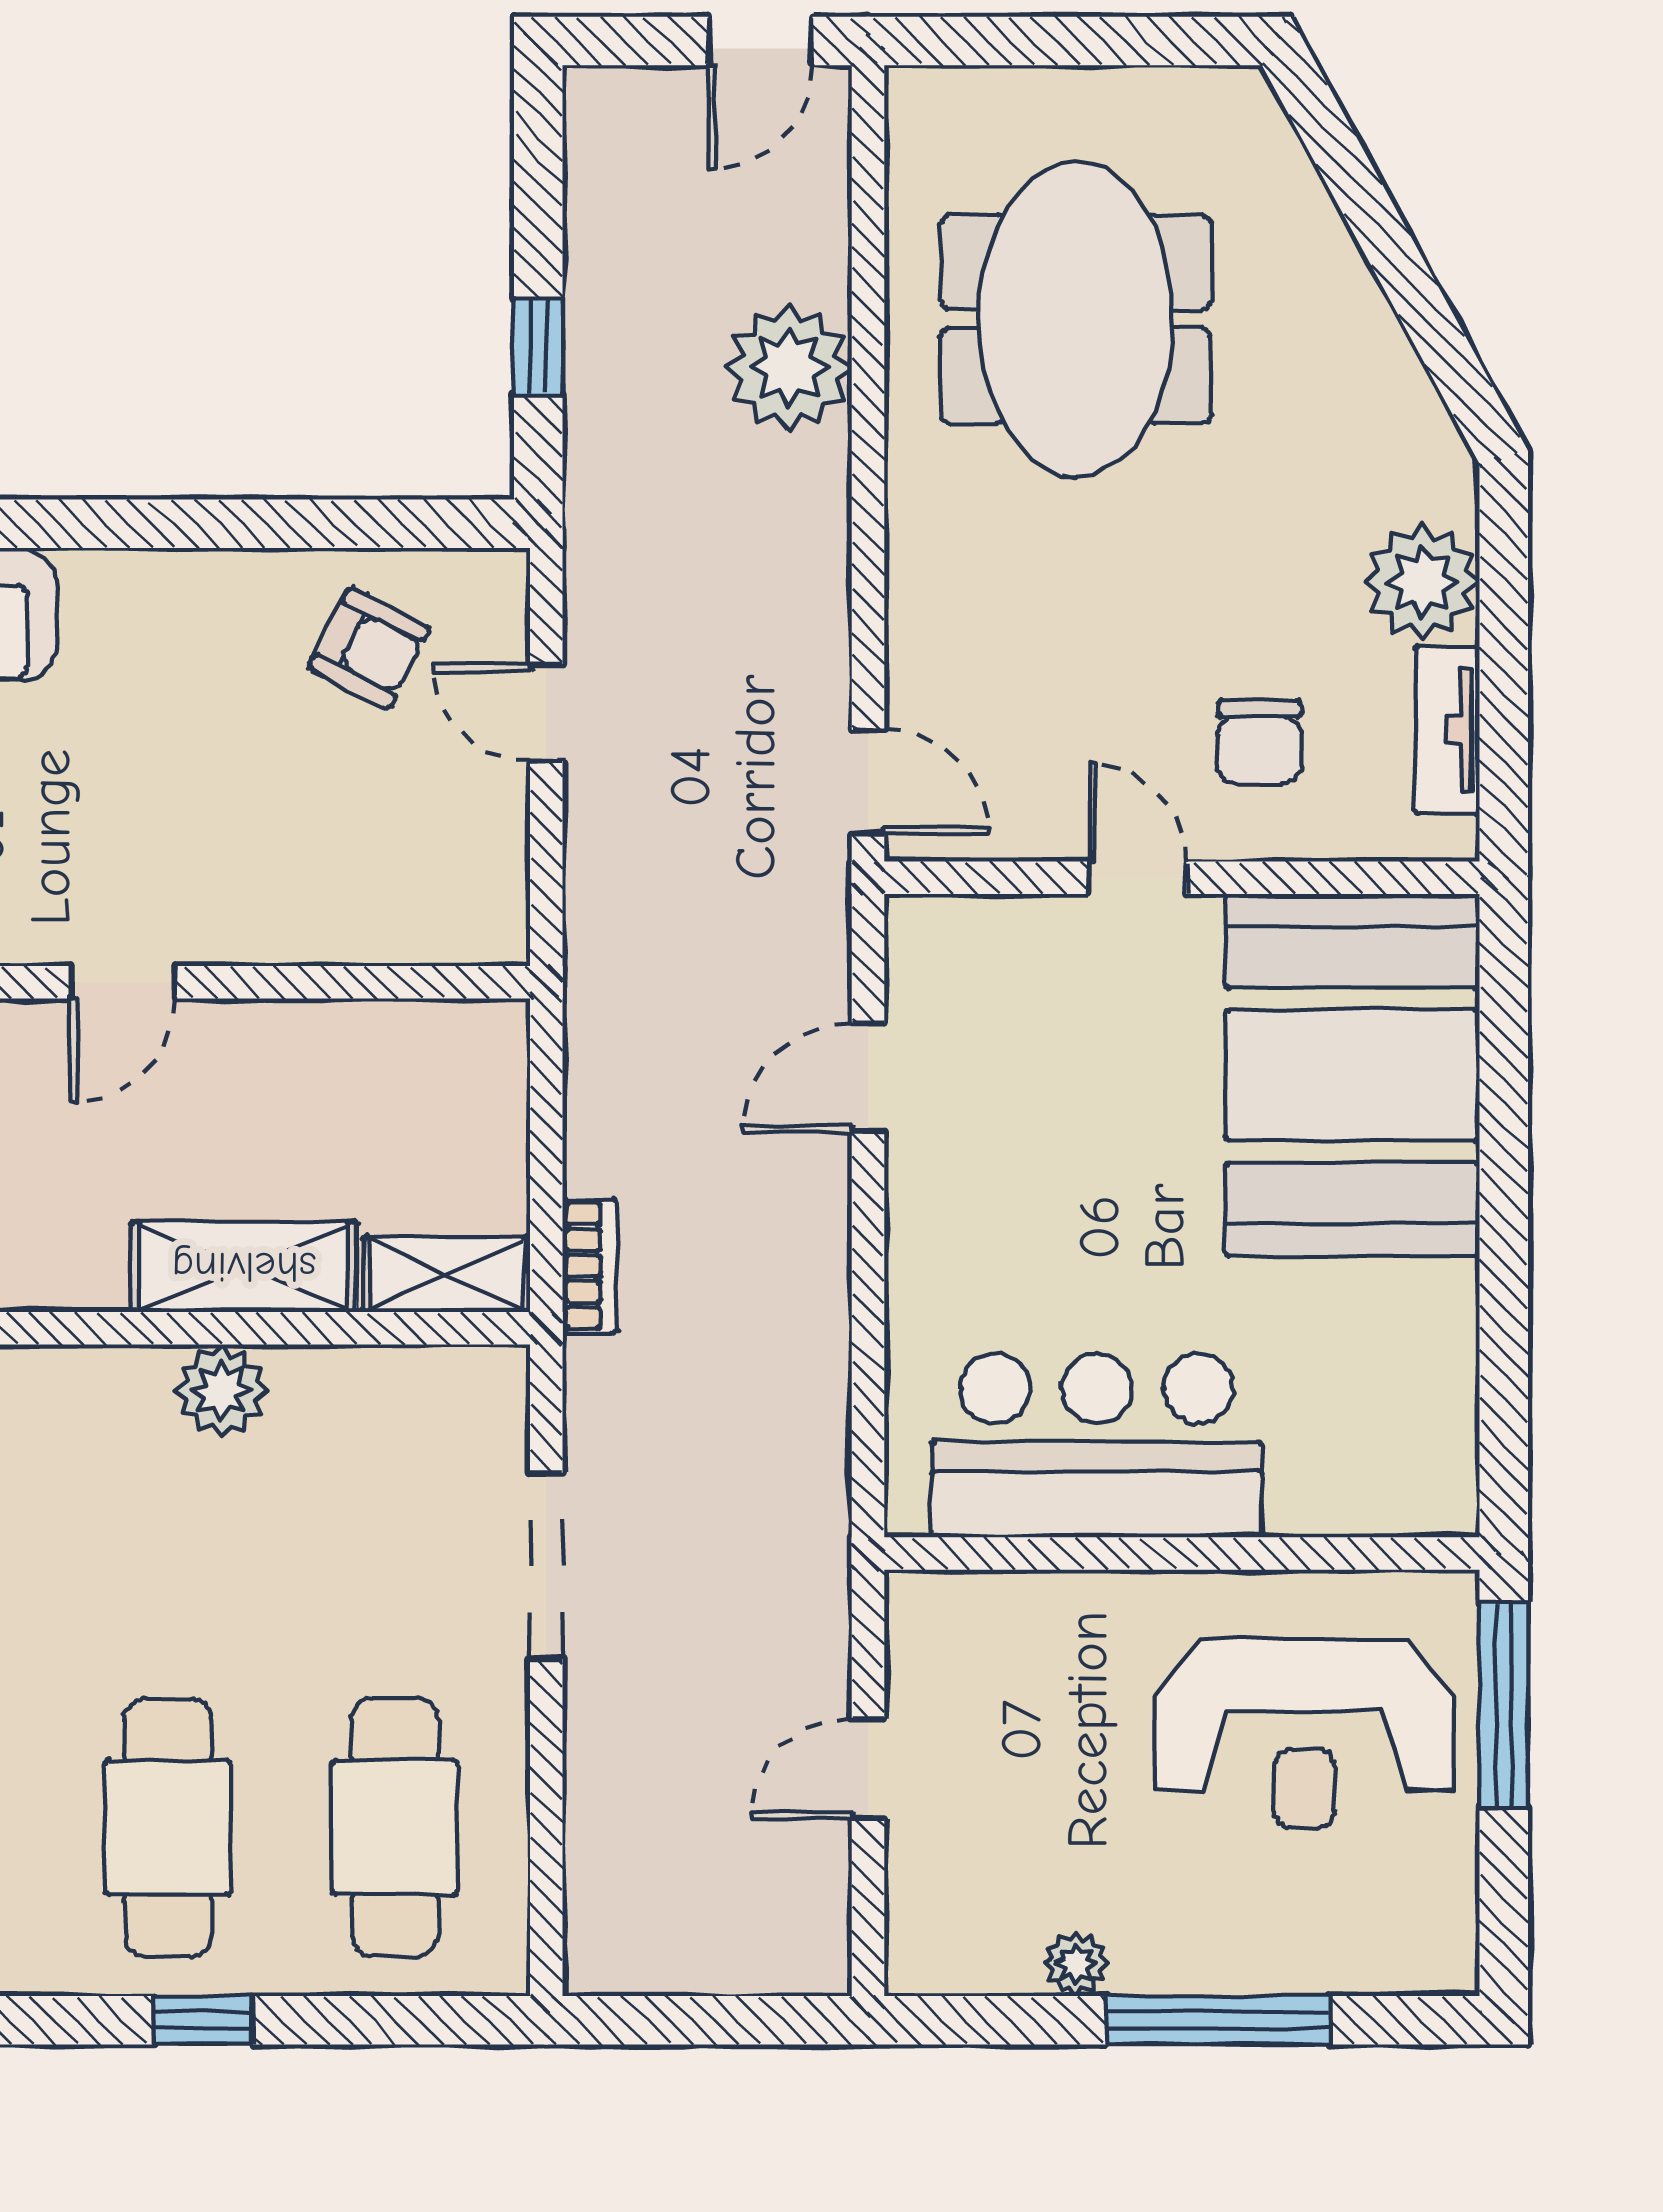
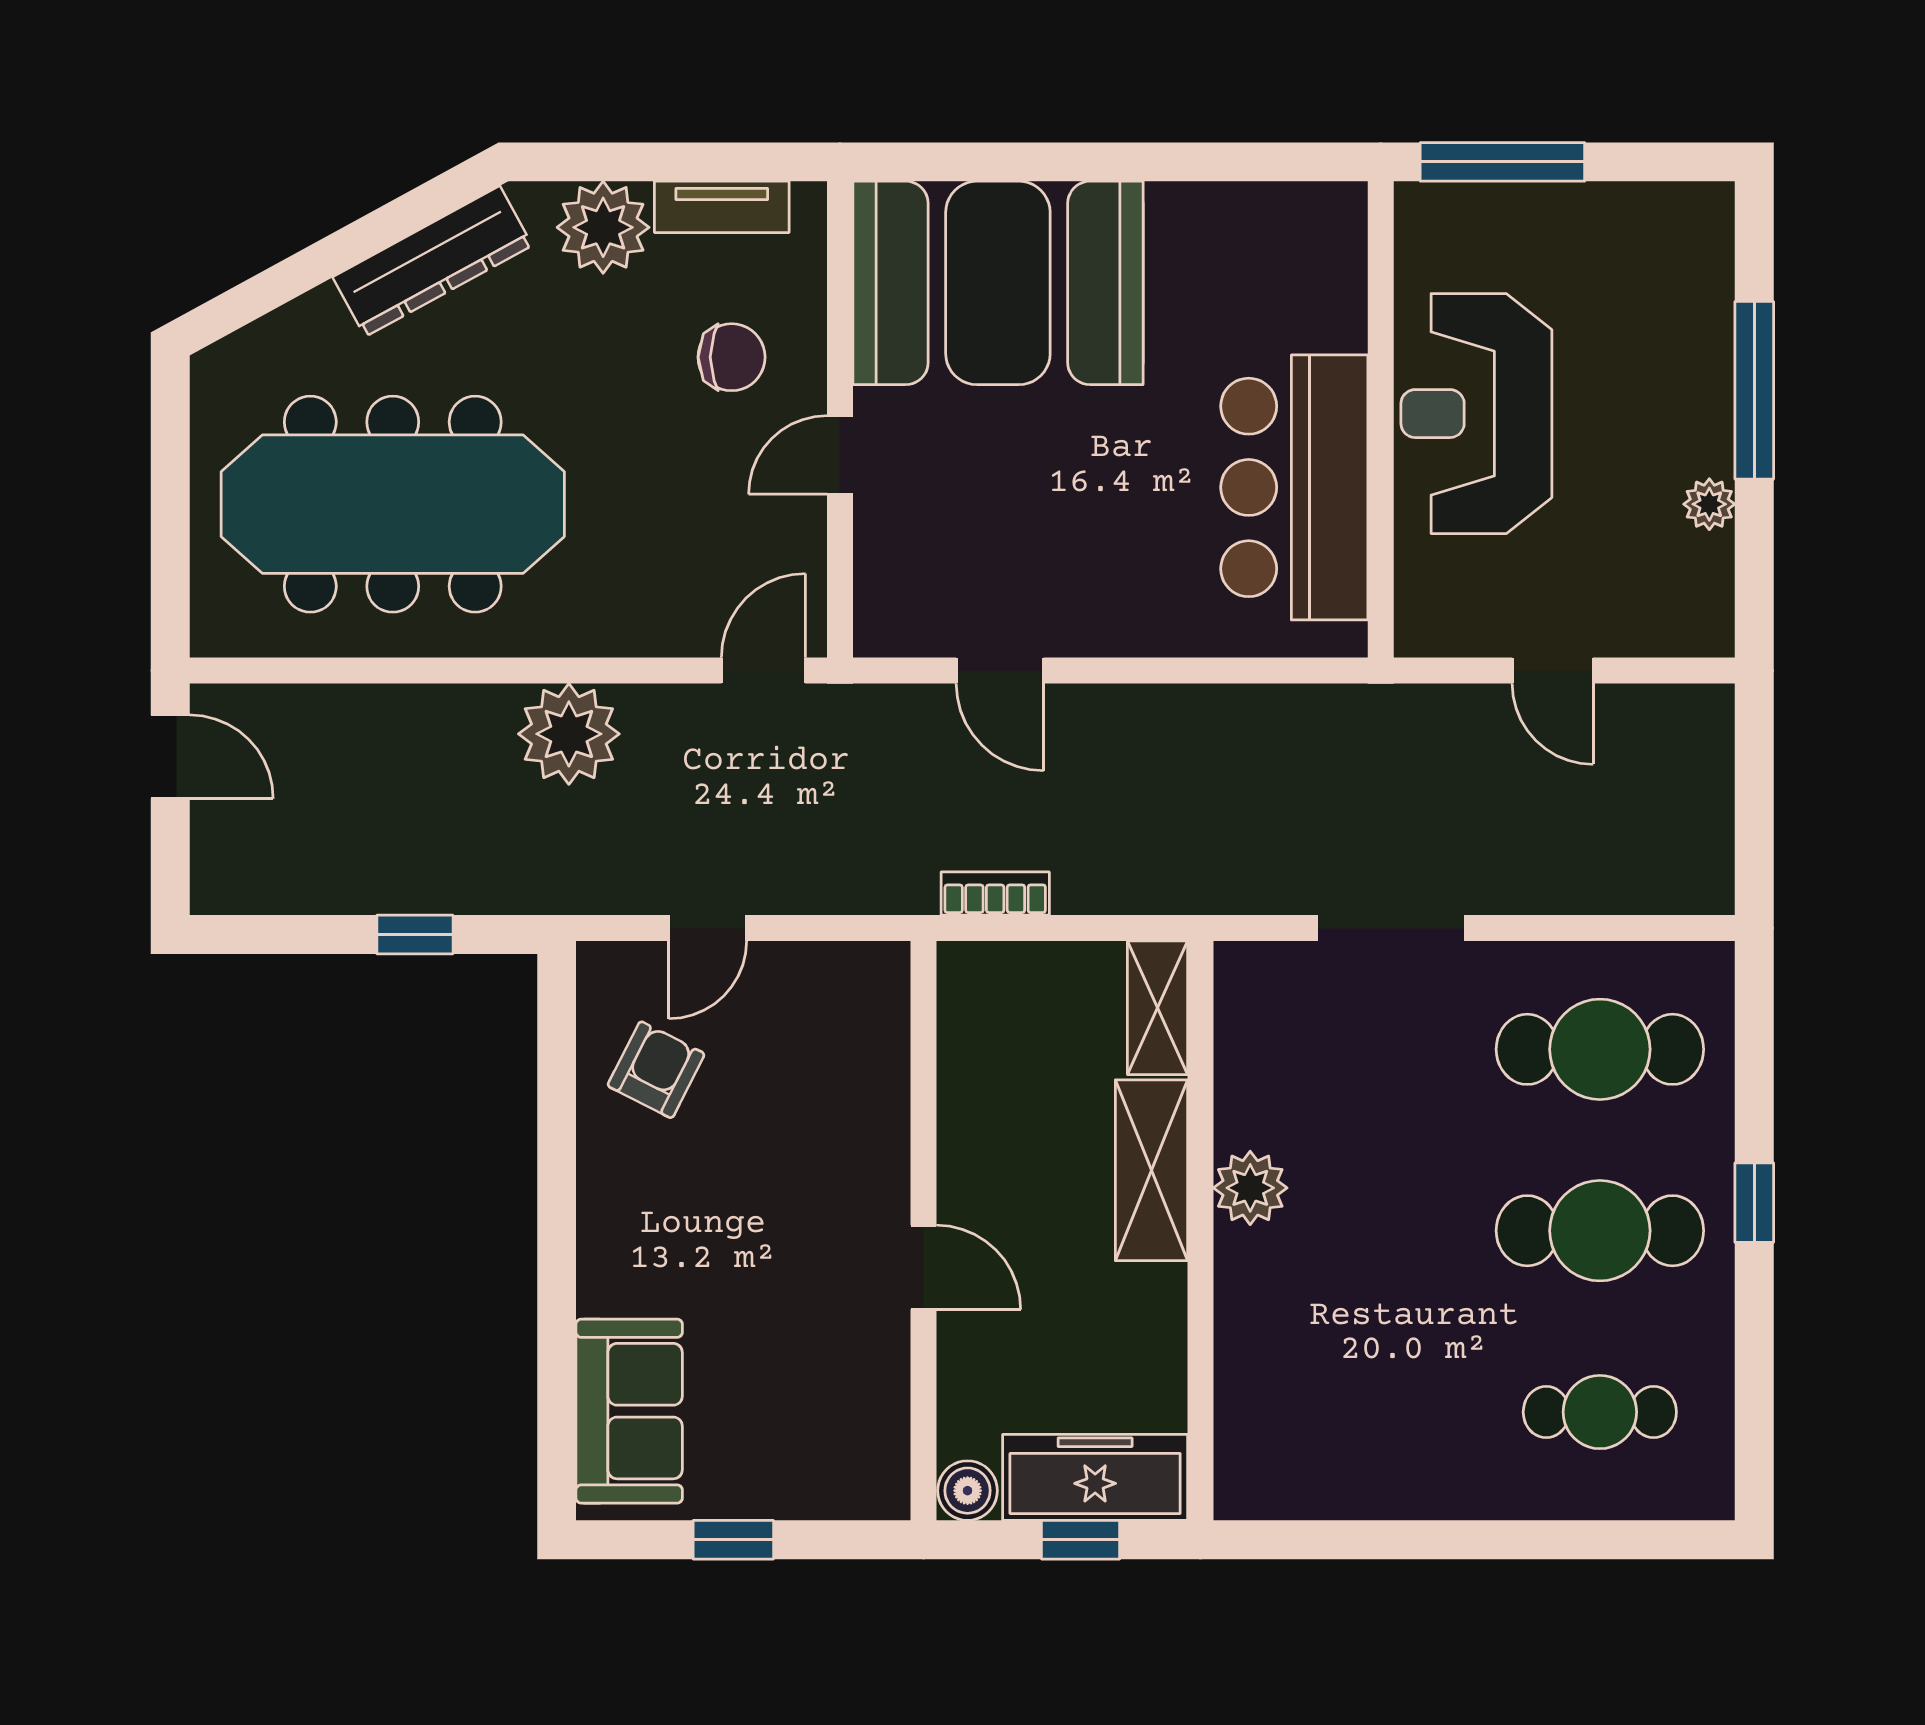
meeting table: (1076, 319) -> (393, 504), width x1.36
plant: (789, 368) -> (569, 734), moved
dresser: (1379, 369) -> (433, 261), added
bookcase: (589, 1266) -> (995, 894), moved
reception desk: (1304, 1734) -> (1476, 414), moved, turned 180

